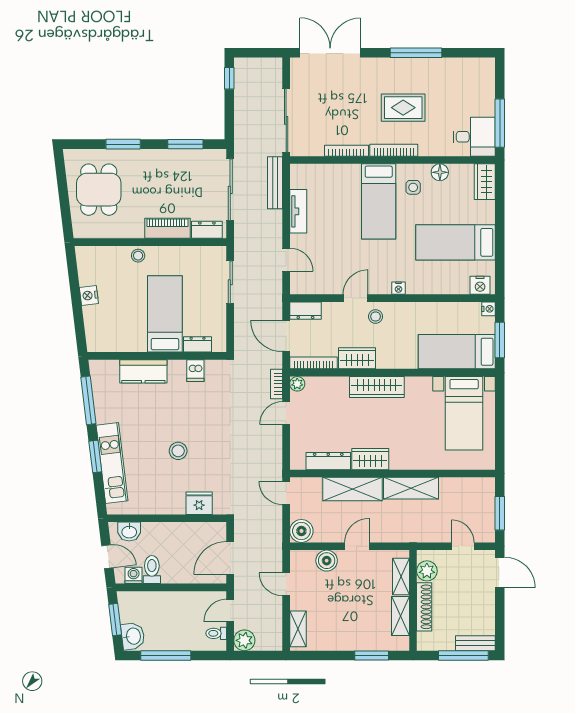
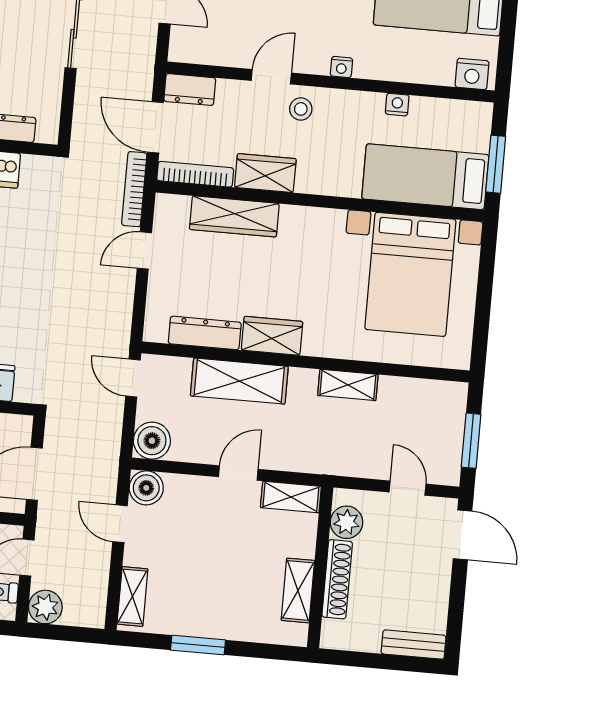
nightstand: (489, 309) -> (397, 105), moved, turned -90
bookcase: (276, 384) -> (134, 189), width x1.56
plant: (297, 384) -> (166, 205), removed
wardrobe: (377, 387) -> (234, 216), moved
bed with nightstands: (464, 413) -> (410, 274), width x1.36
shelving: (411, 488) -> (348, 385), width x0.67, depth x0.75
boiler: (327, 561) -> (146, 488), moved
shelving: (401, 577) -> (291, 497), moved, turned 90
window: (372, 655) -> (198, 645), moved
window: (463, 655) -> (393, 662), removed

